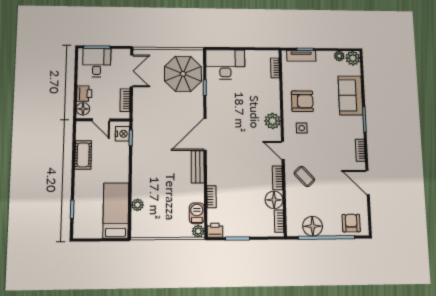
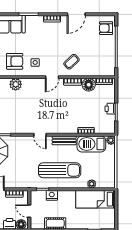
armchair: (302, 101) -> (15, 61), turned 90
door: (101, 120) -> (29, 211), swing flipped
plant: (273, 121) -> (16, 84), moved
nightstand: (122, 134) -> (52, 195), moved
door: (205, 134) -> (40, 135), width x0.53
sun lounger: (157, 161) -> (60, 170), added
barbecue: (197, 213) -> (91, 144), width x1.88, depth x1.53
floor lamp: (313, 226) -> (108, 57), removed
printer: (215, 230) -> (110, 109), moved

